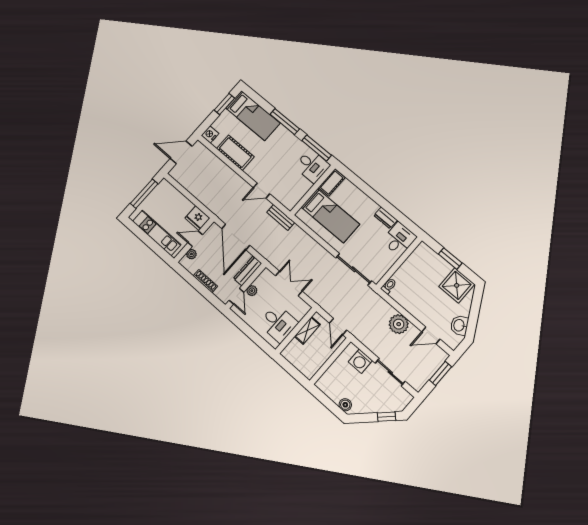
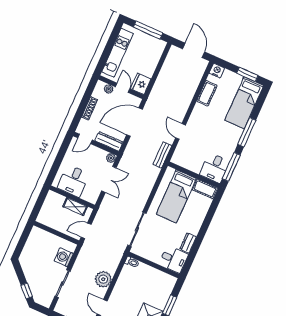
cot: (235, 153) -> (207, 93), width x0.73, depth x0.75
plant: (252, 291) -> (111, 158), moved
boiler: (345, 405) -> (25, 255), removed

